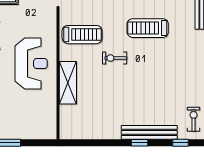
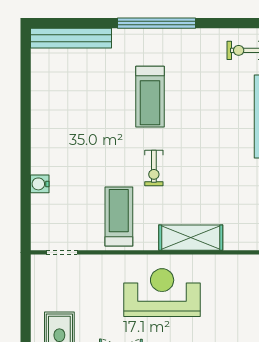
treadmill: (148, 28) -> (150, 97), moved

